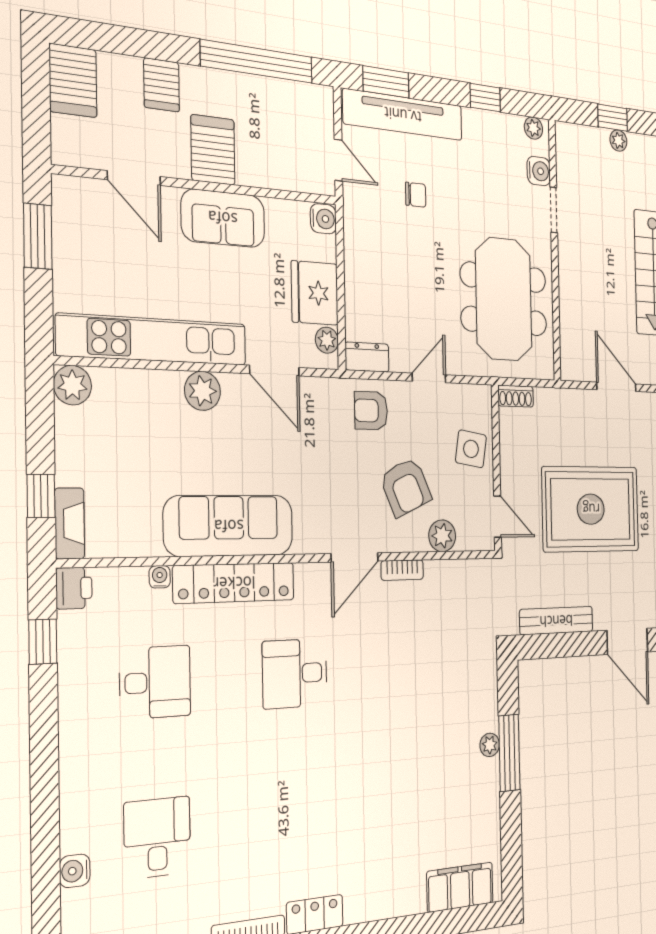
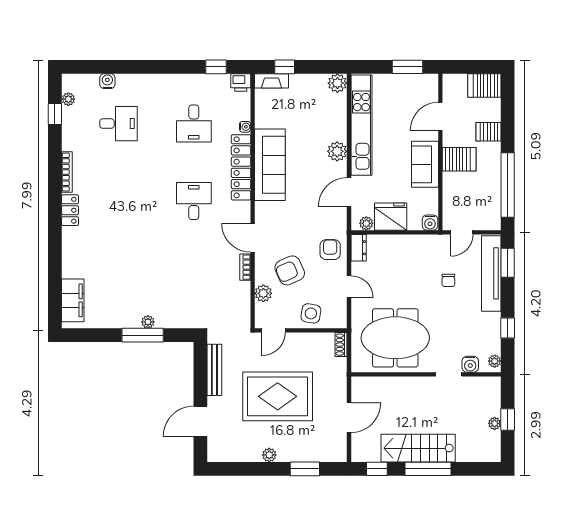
rug: (591, 509) -> (278, 396), turned 90

